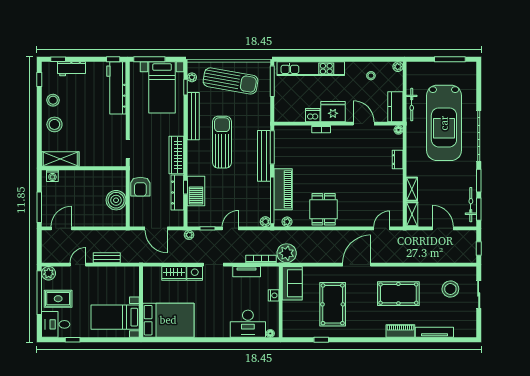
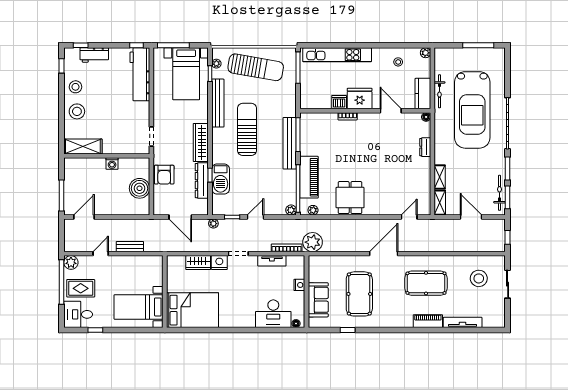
washing machine: (52, 176) -> (112, 164), moved
sofa: (292, 283) -> (318, 300), moved

